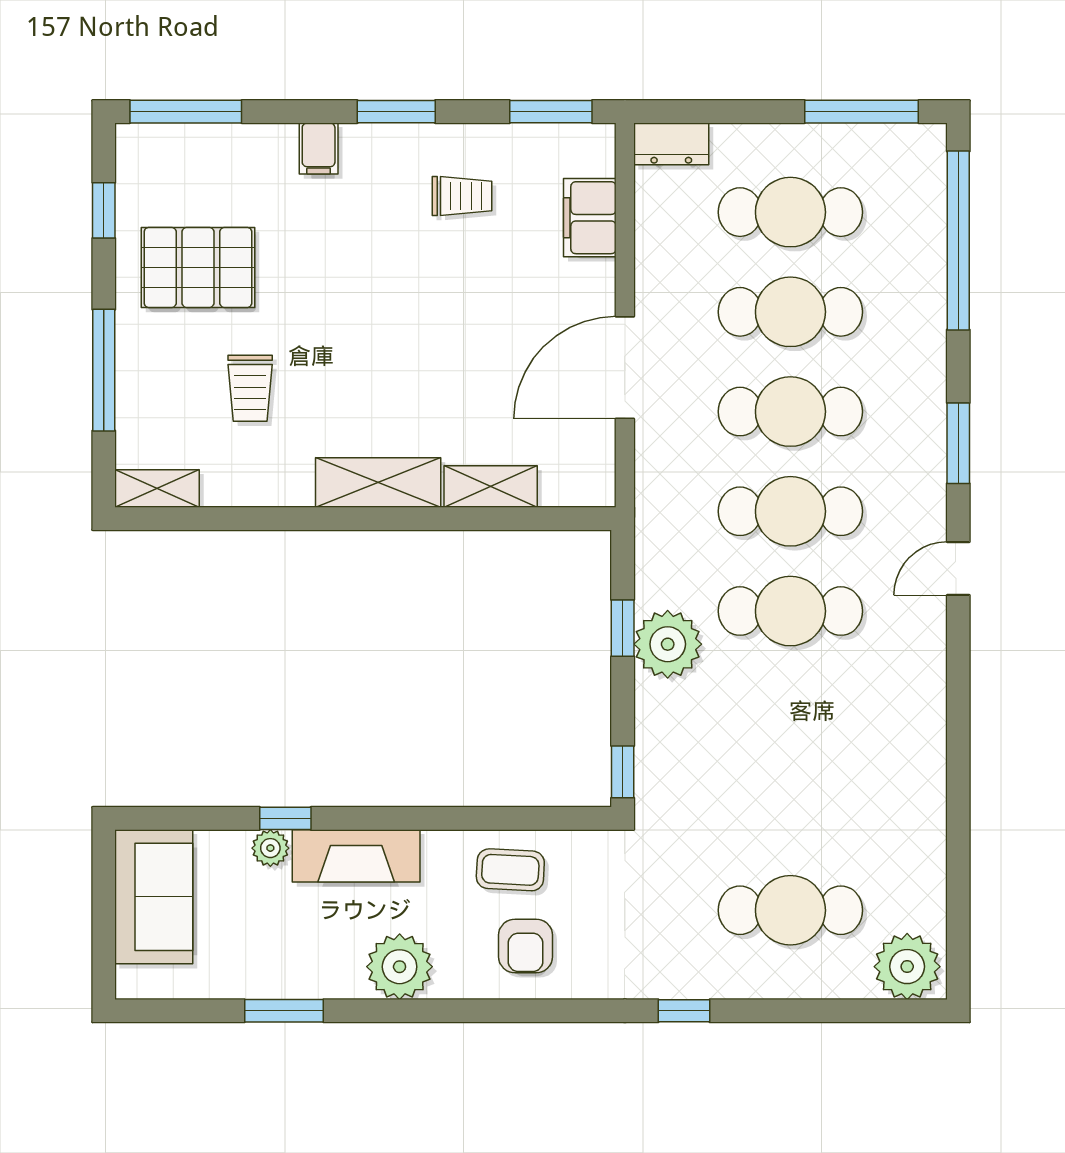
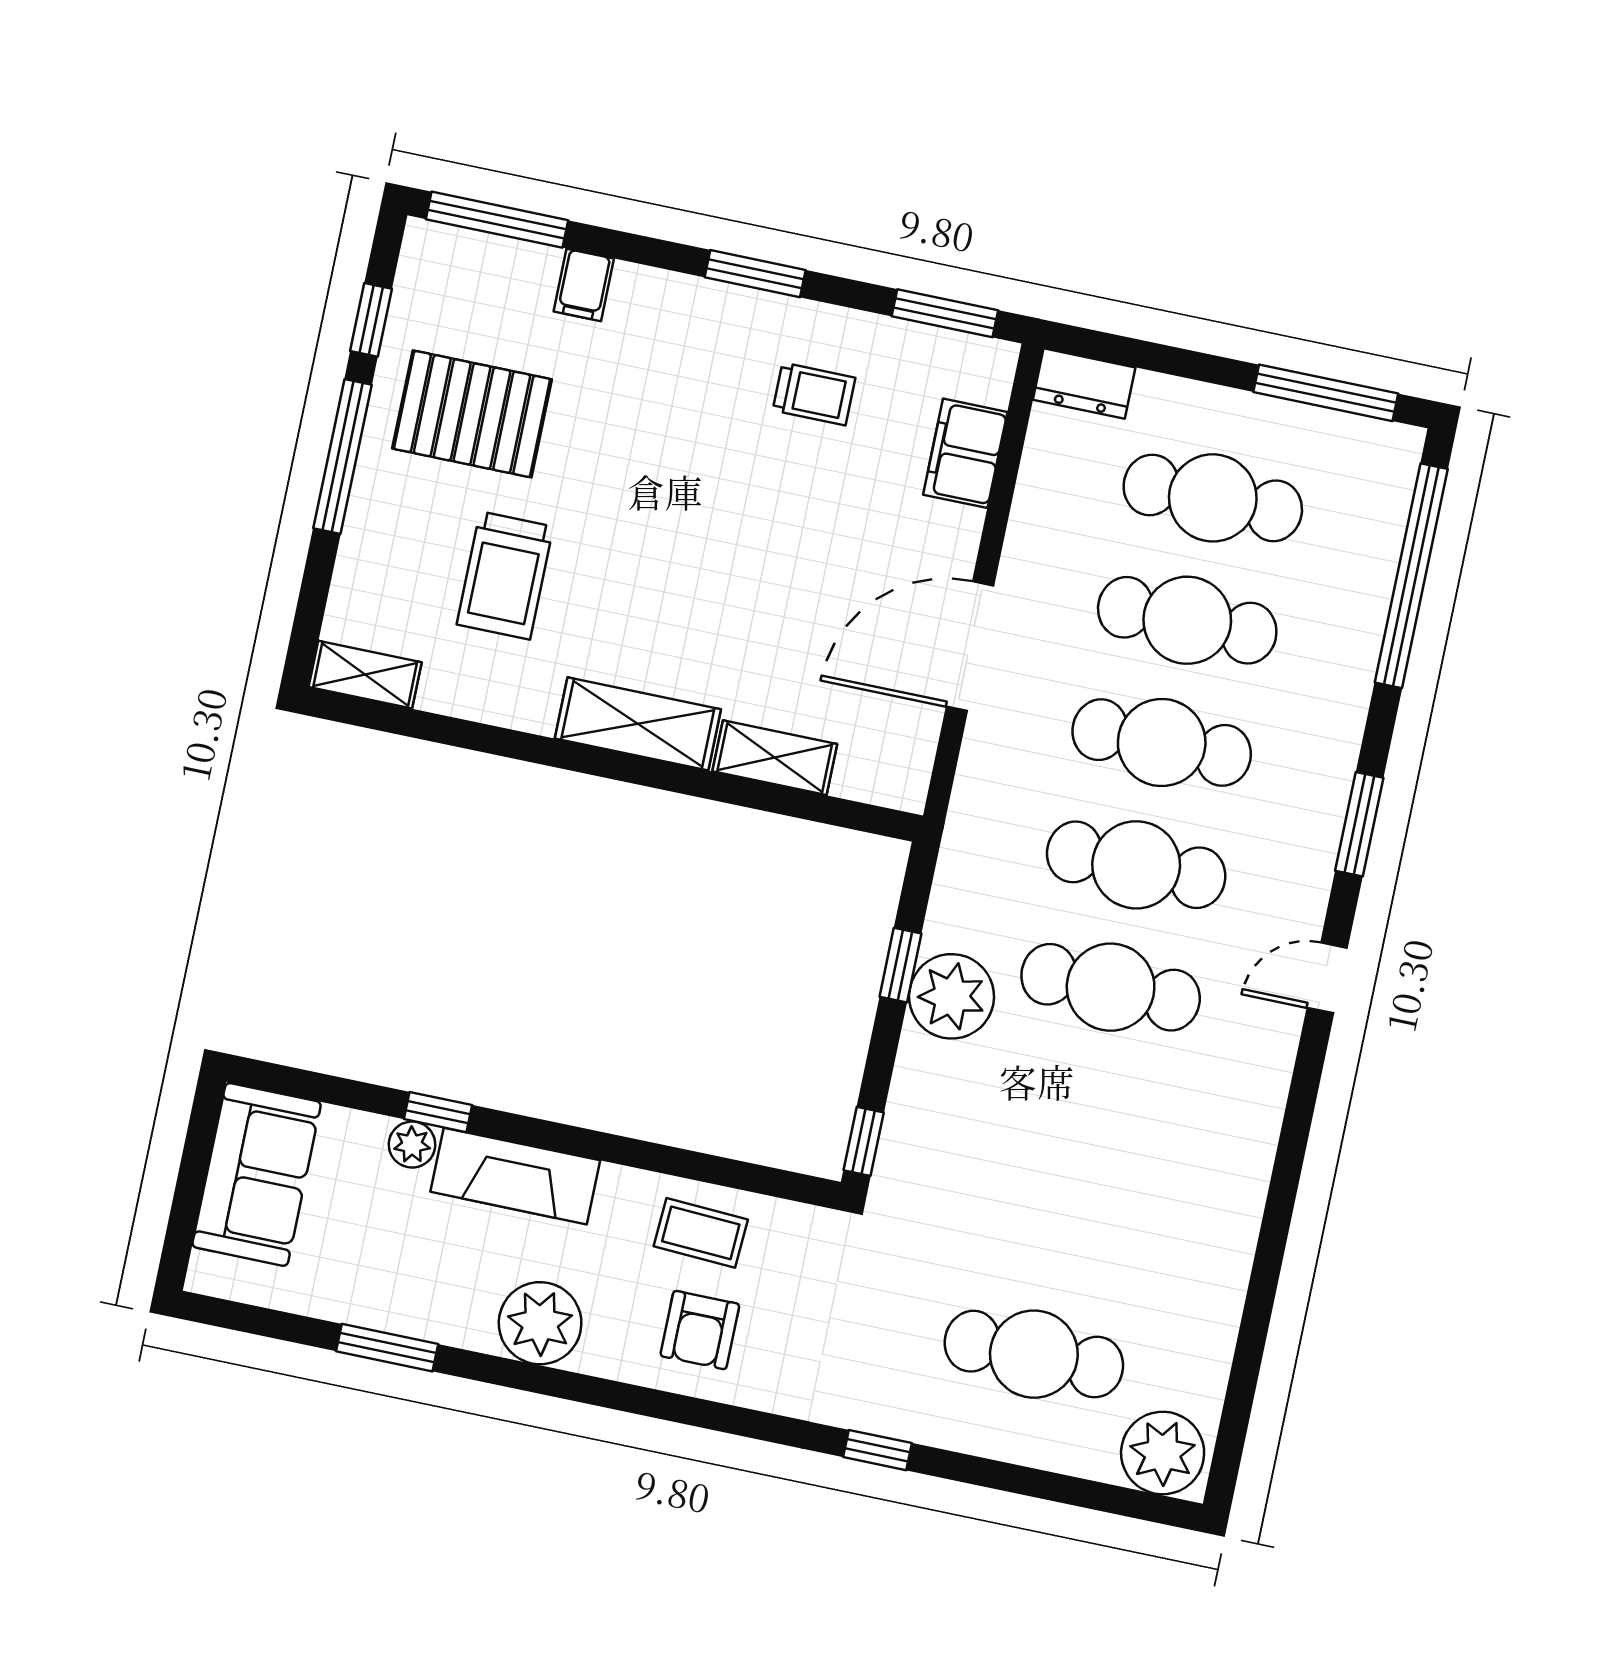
filing cabinet: (319, 148) -> (584, 285), moved
window: (104, 370) -> (343, 457), moved
trolley: (250, 388) -> (505, 575), width x1.36, depth x1.39

